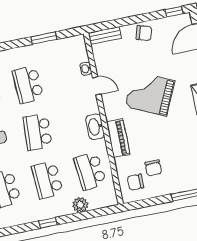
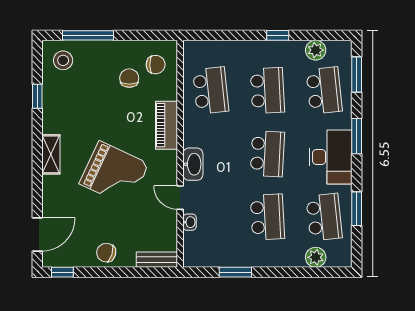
washbasin: (95, 127) -> (193, 164), moved
plant: (80, 205) -> (316, 50), moved

